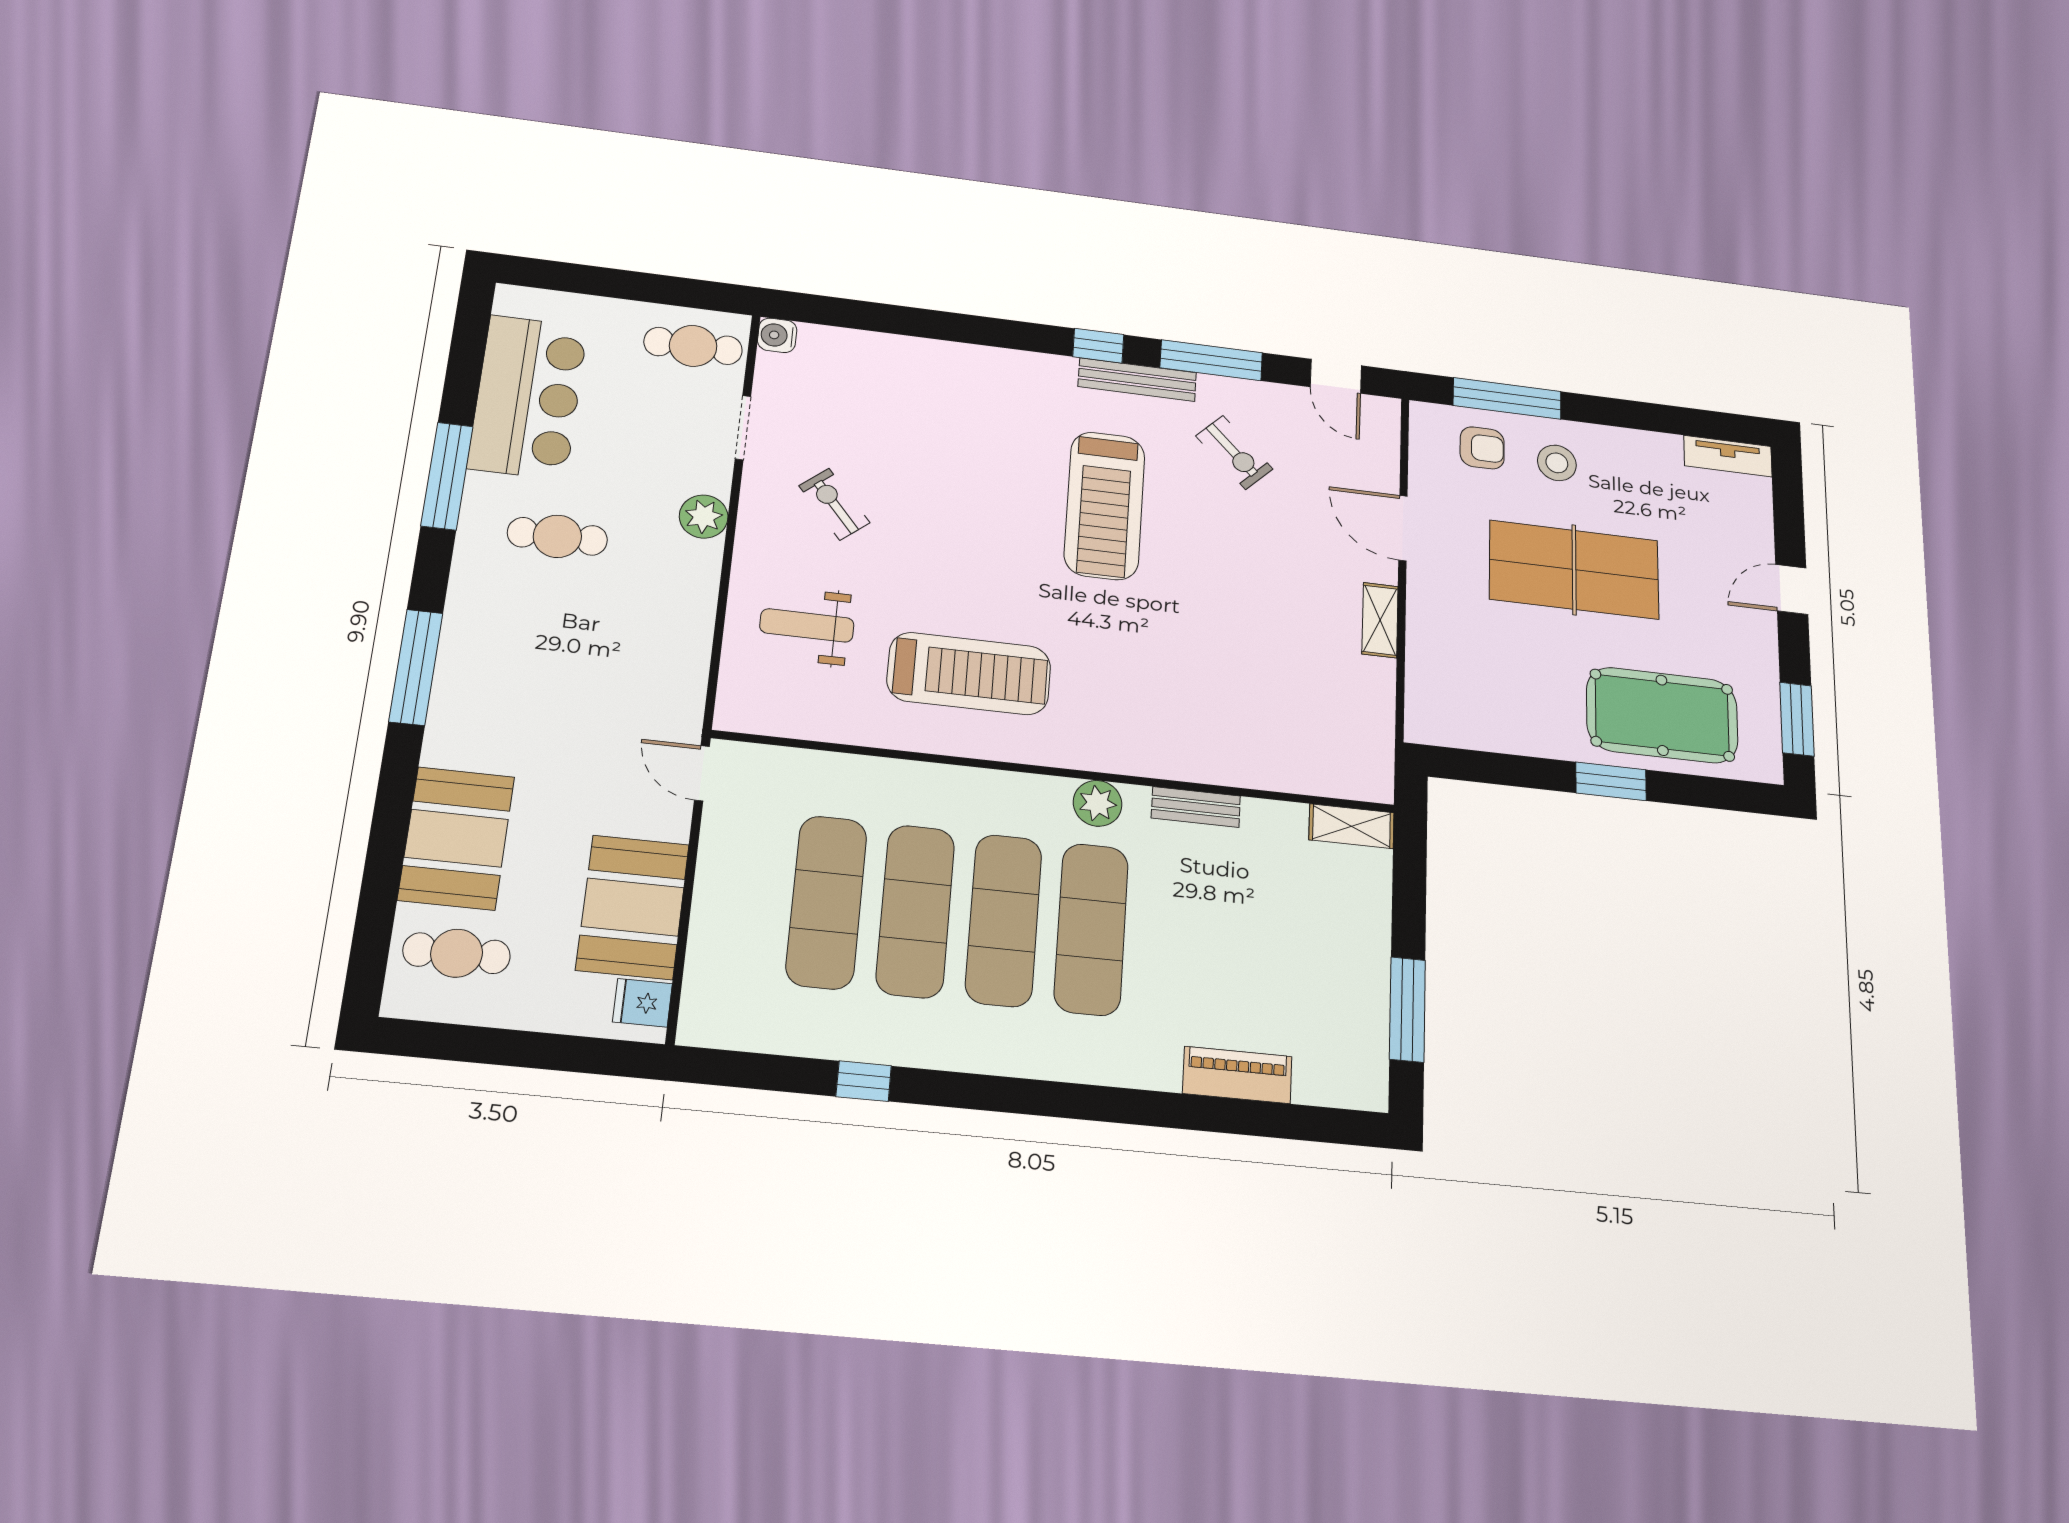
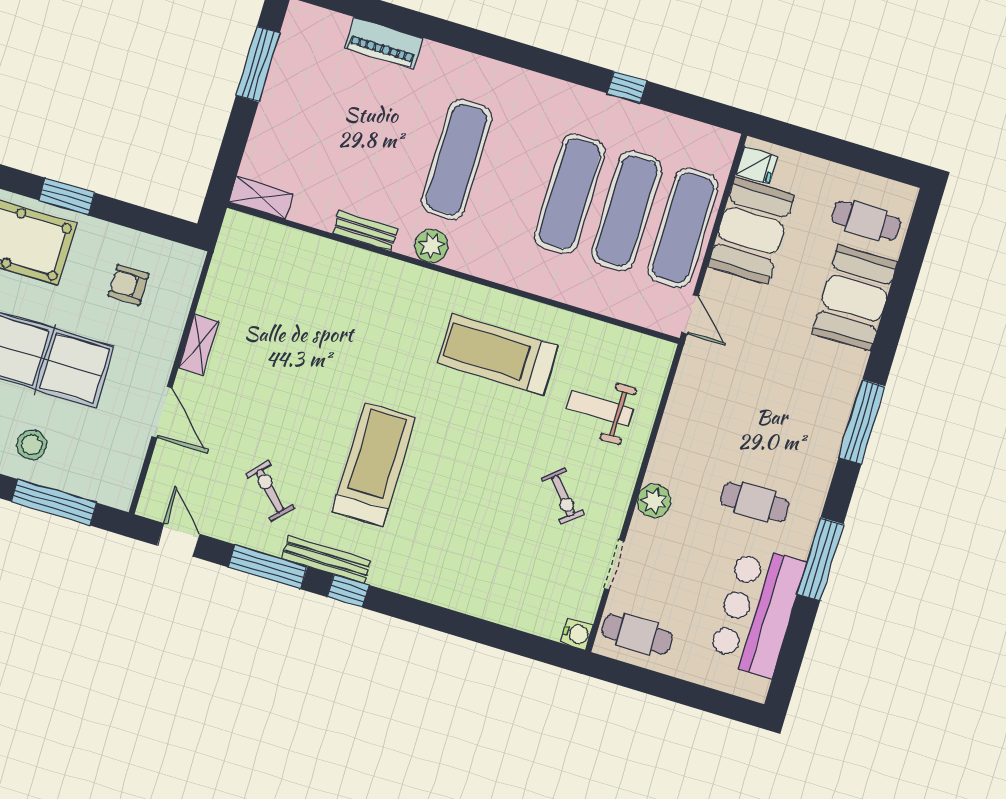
armchair: (1482, 448) -> (128, 285), moved
weight bench: (807, 625) -> (600, 408), turned 180
exercise mat: (1004, 920) -> (683, 228), moved

